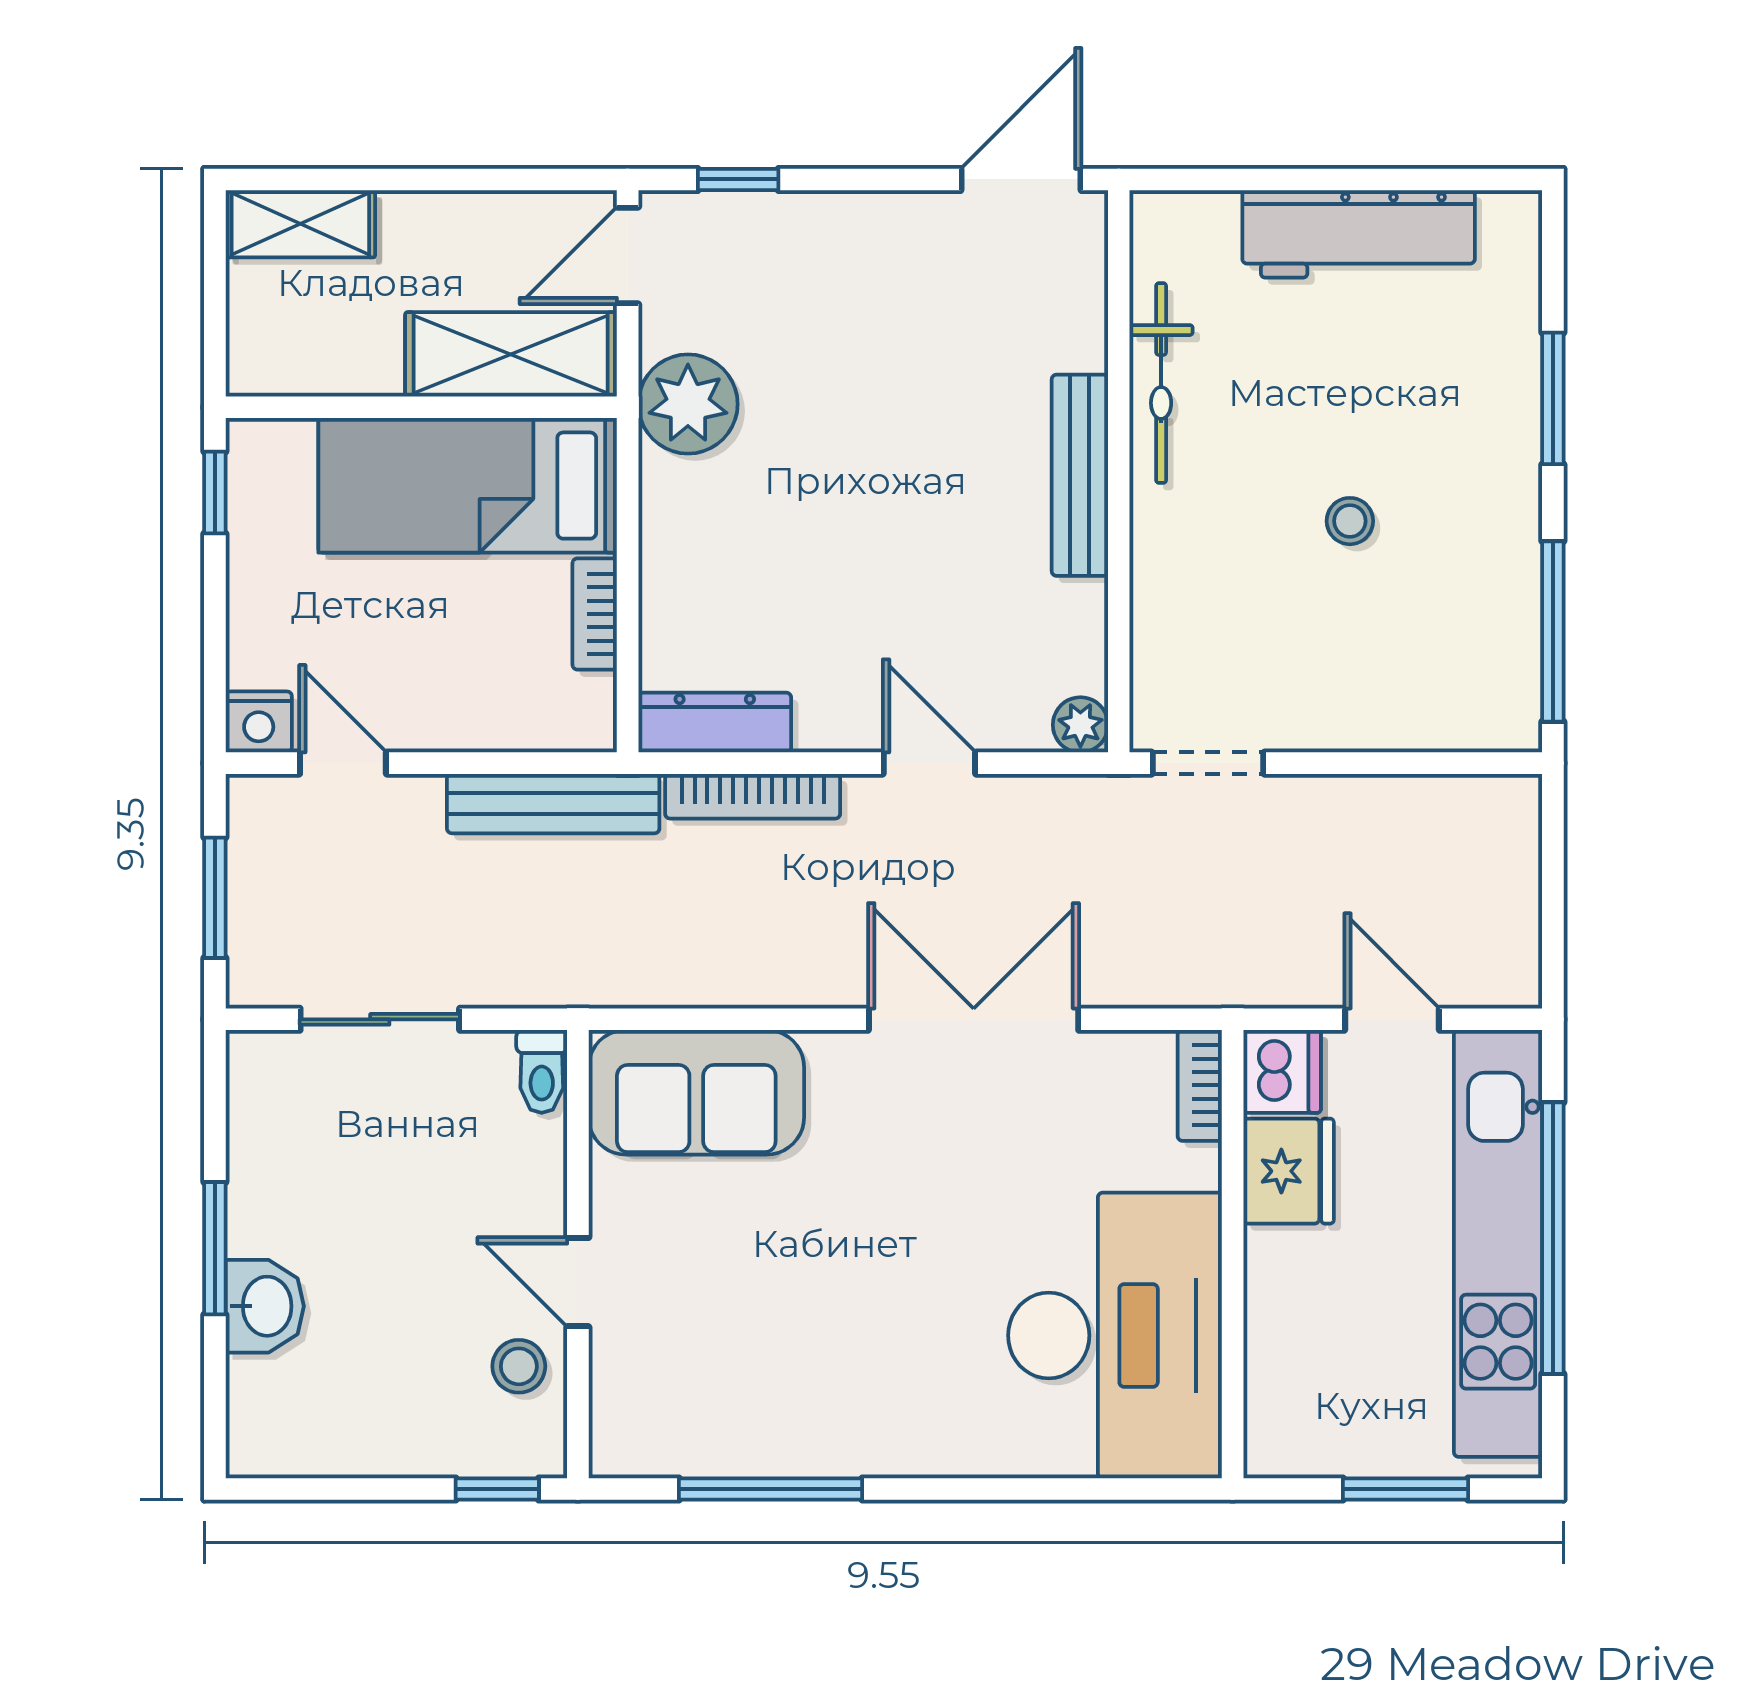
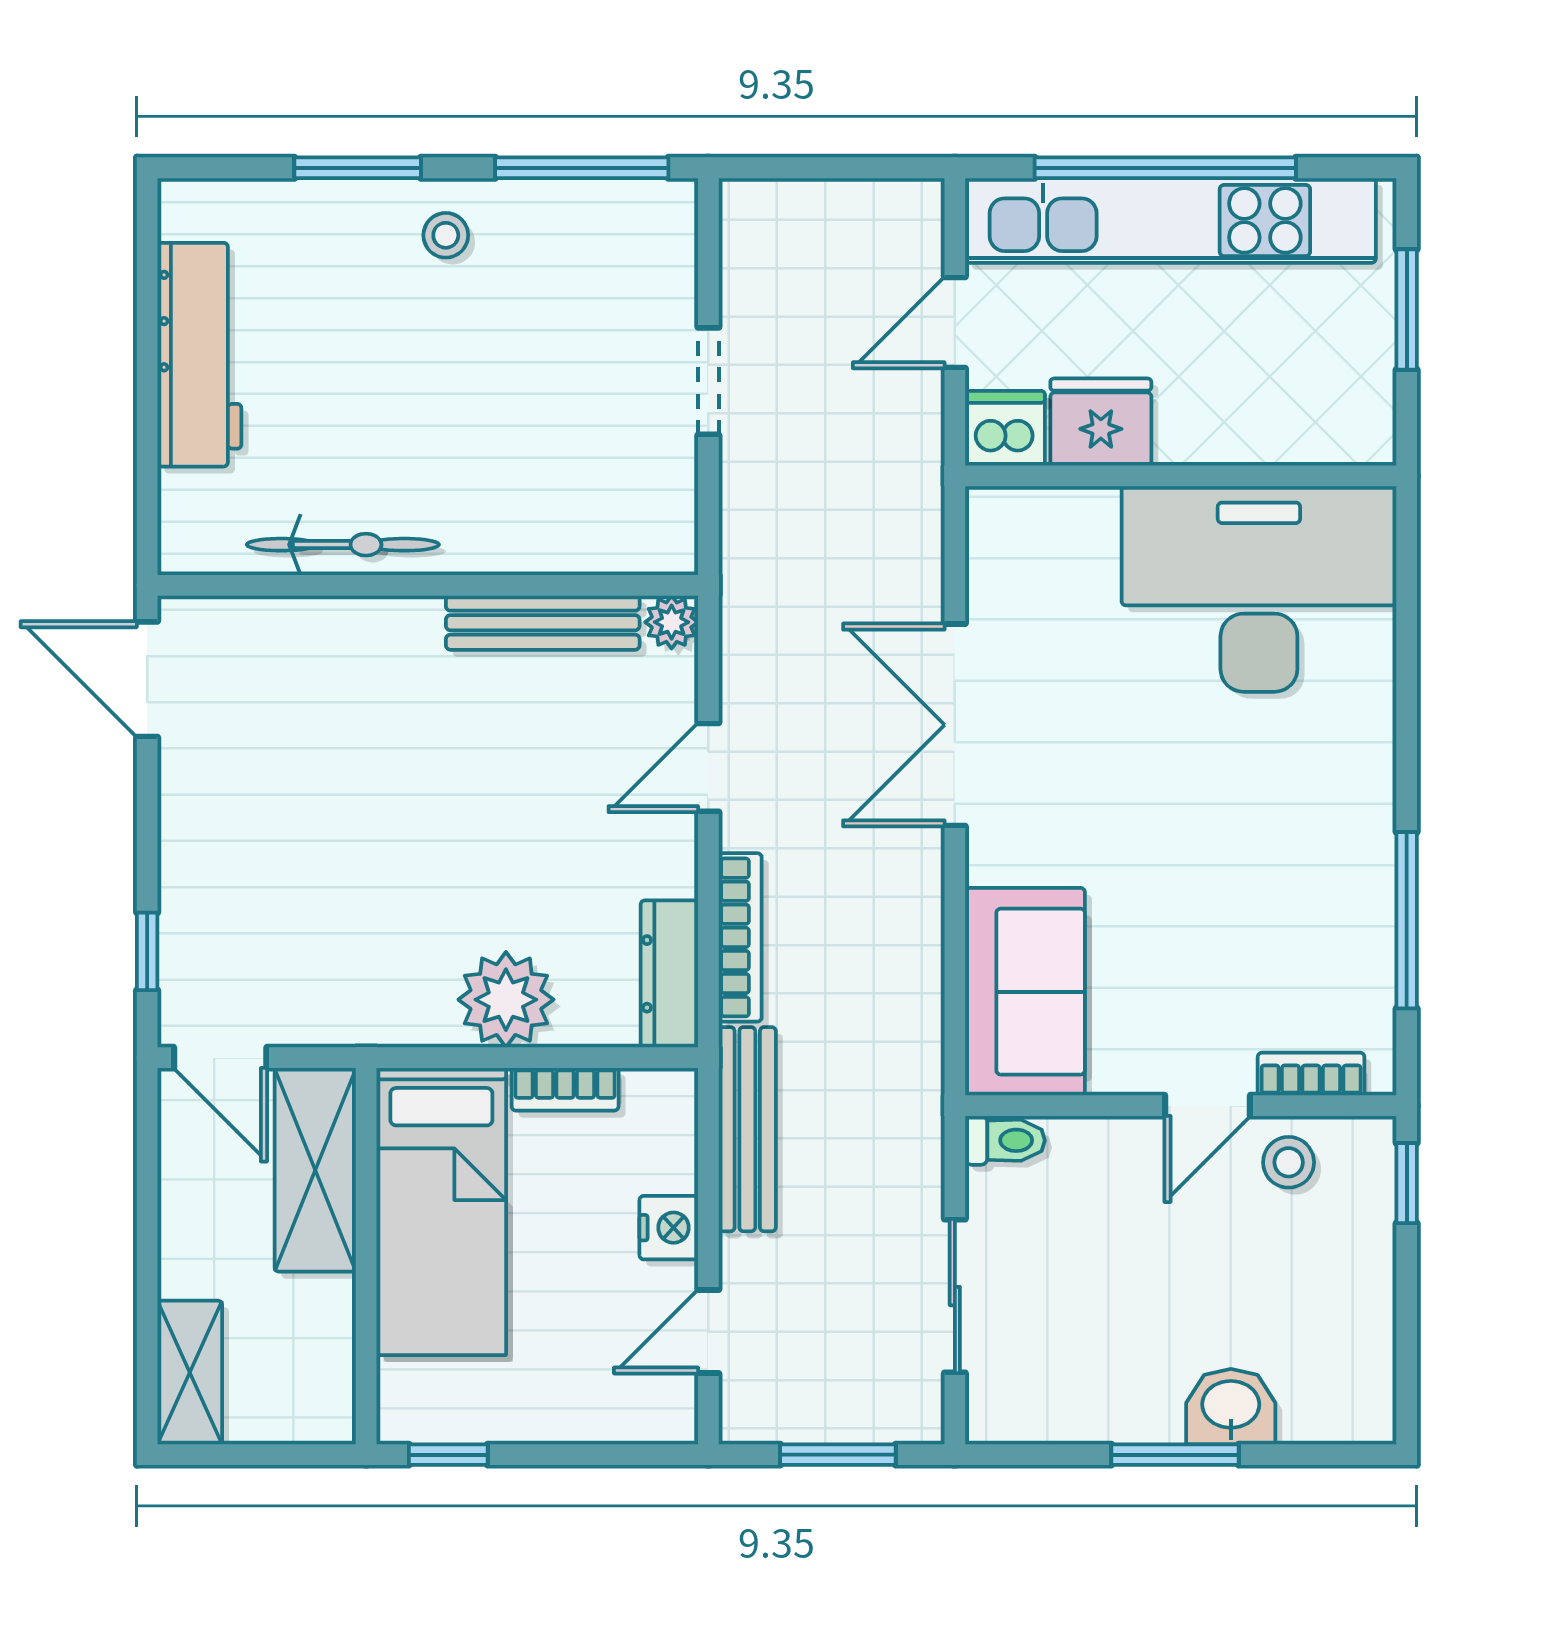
plant: (688, 404) -> (506, 1000), moved
bench: (1080, 475) -> (543, 623), moved
stool: (1350, 521) -> (446, 235), moved
nightstand: (259, 722) -> (669, 1228), moved
doorway: (1208, 763) -> (708, 381), moved
bookcase: (1200, 1085) -> (1311, 1074), moved, turned 180

